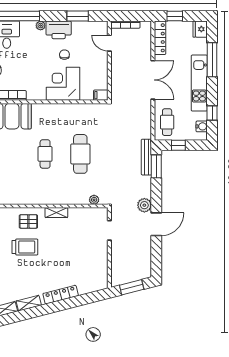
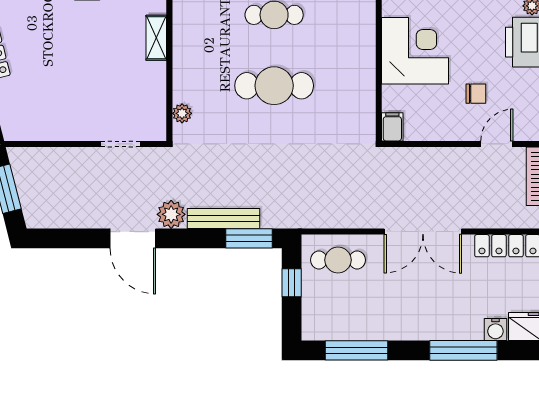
chair: (64, 55) -> (476, 94), moved
kitchen unit: (199, 83) -> (417, 325), removed
window: (212, 113) -> (356, 350), width x2.17
water cooler: (202, 126) -> (495, 330), moved
bench: (146, 157) -> (224, 219), moved

